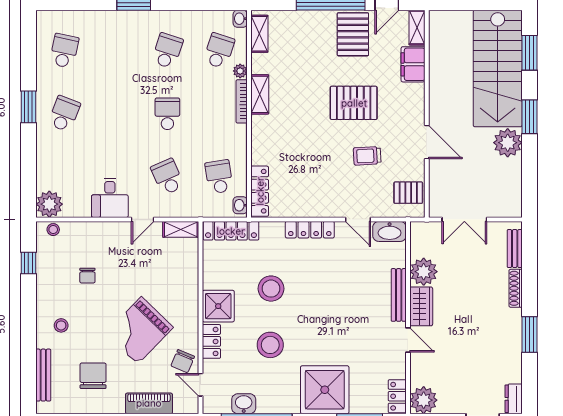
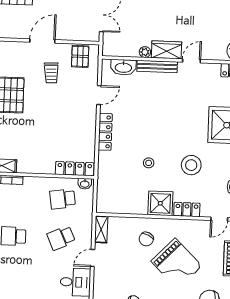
trolley: (367, 156) -> (51, 73), moved
door: (142, 219) -> (93, 258), swing flipped
locker: (231, 231) -> (104, 191), removed
washbasin: (390, 231) -> (123, 67), moved, turned 90
plant: (424, 272) -> (145, 52), width x0.53, depth x0.53
stool: (271, 289) -> (149, 163), width x0.53, depth x0.53
chair: (183, 361) -> (146, 239), moved, turned 92

